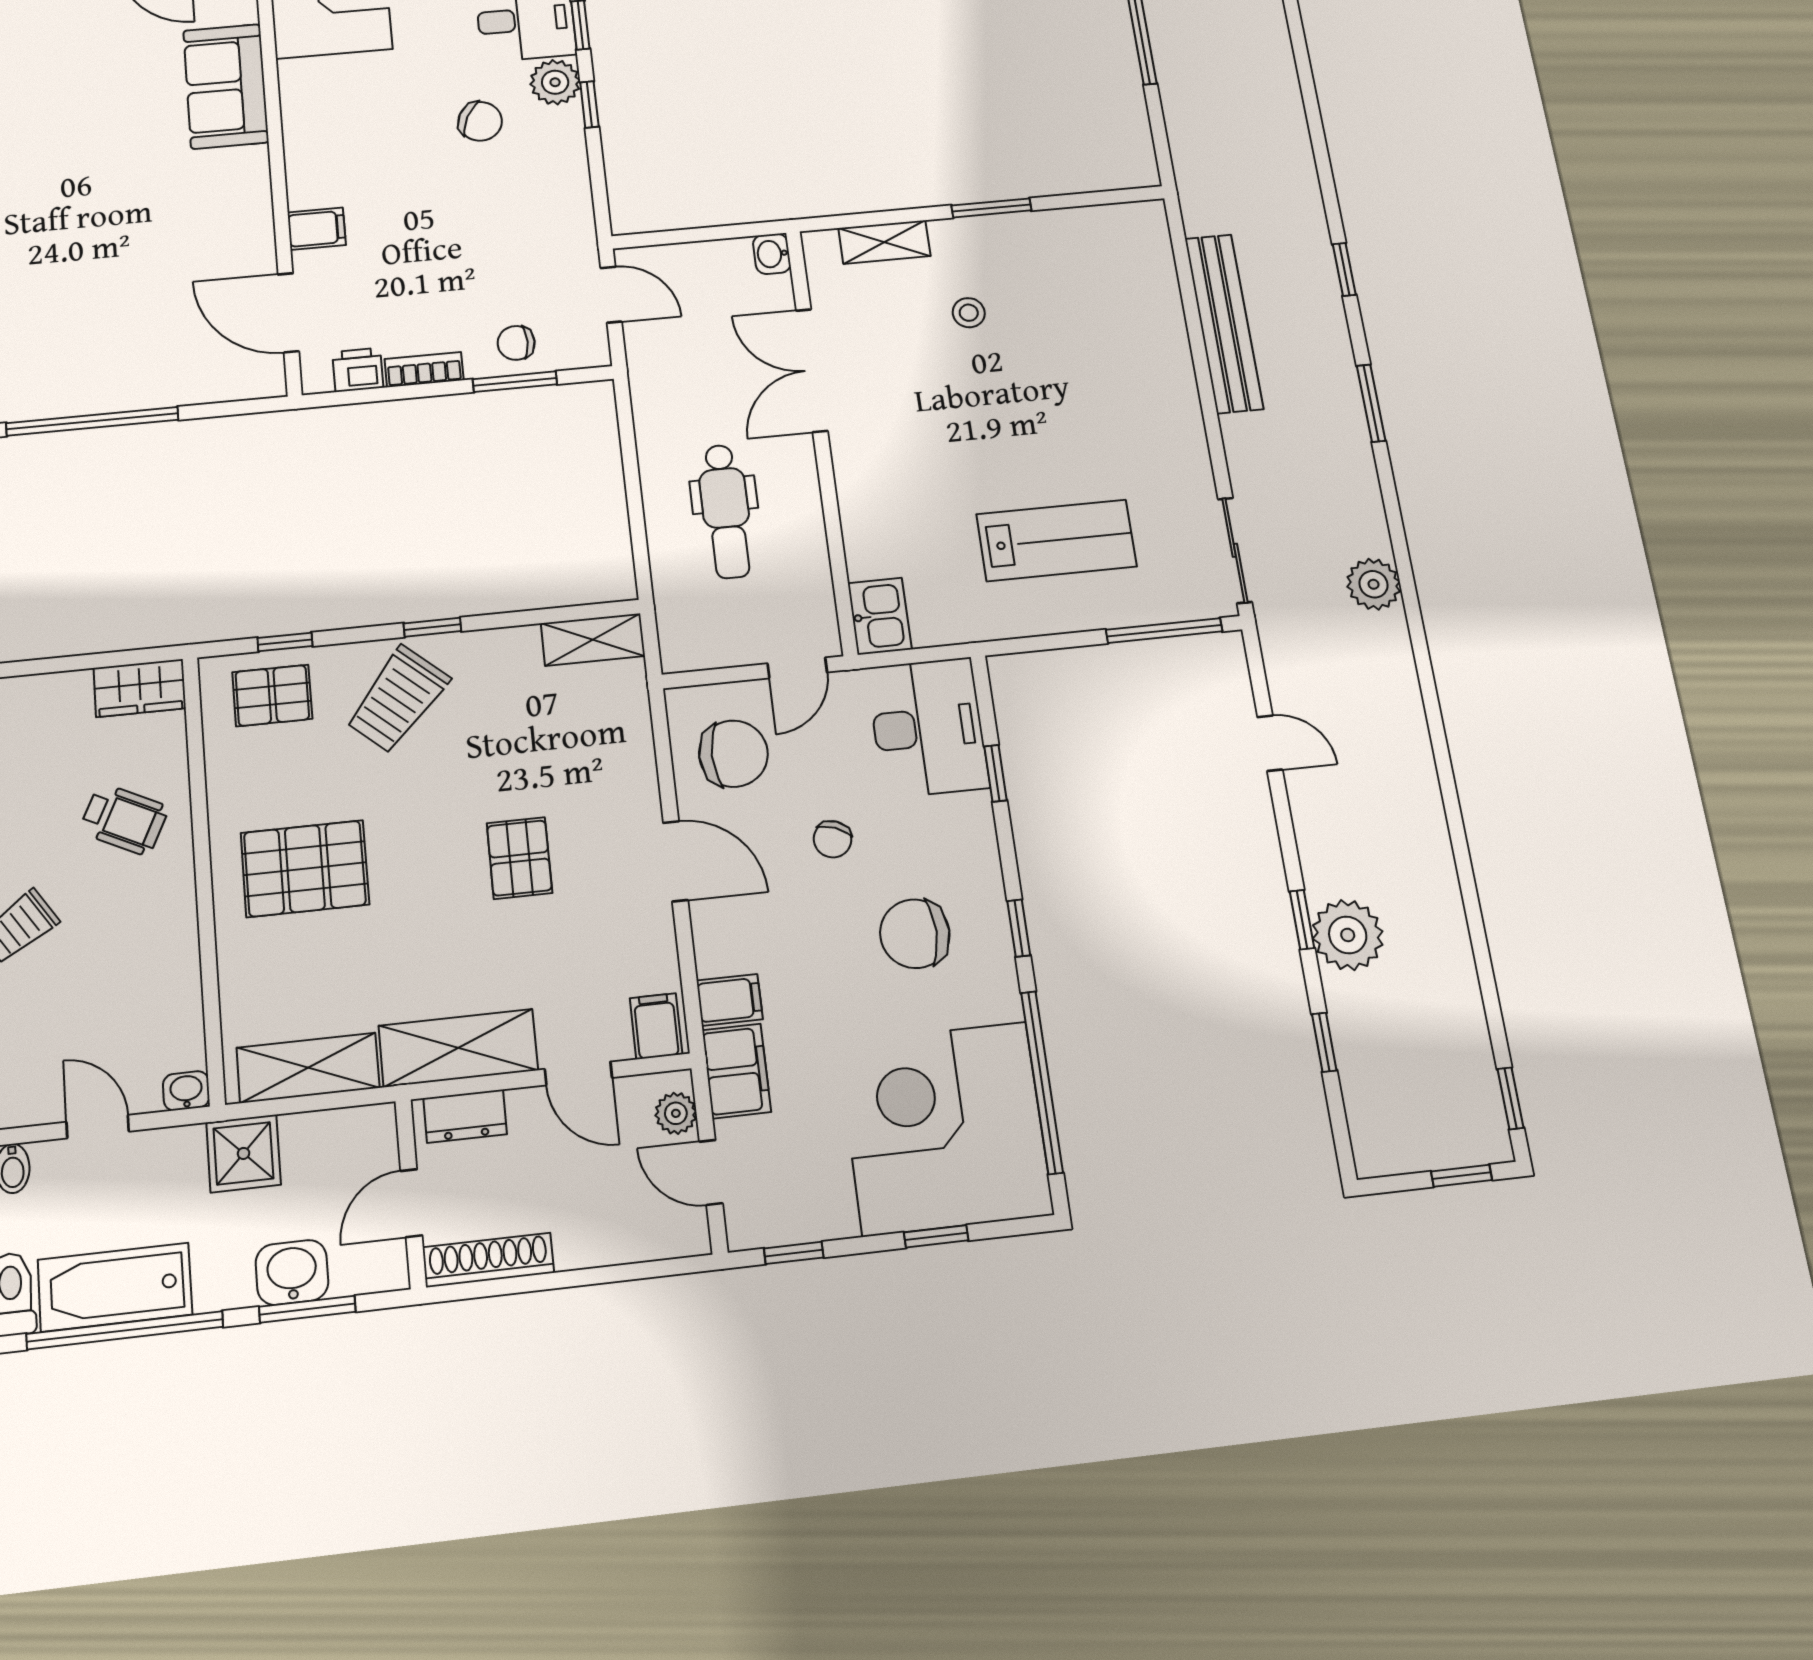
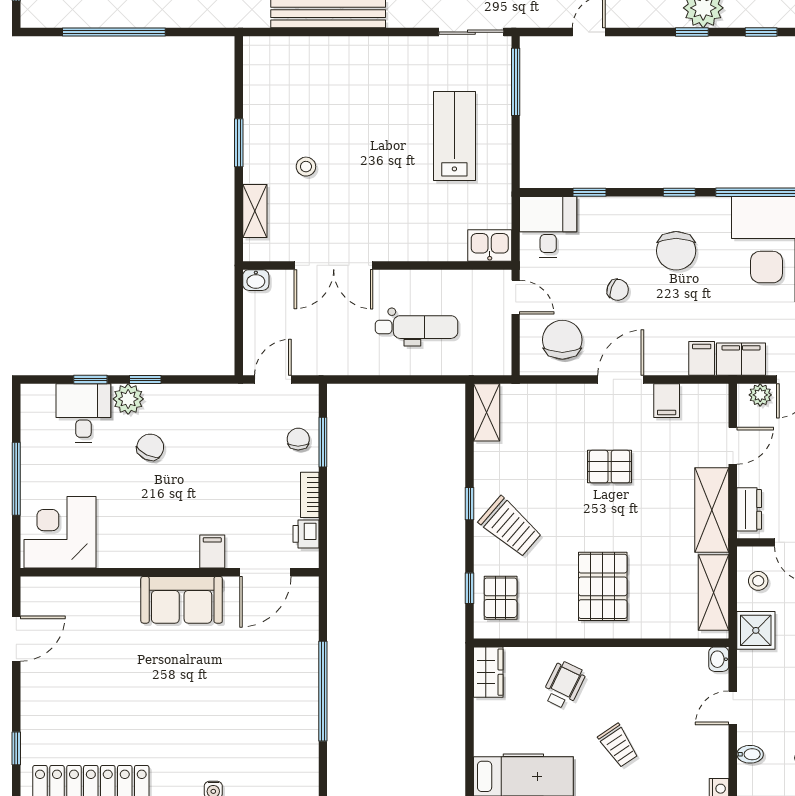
sofa: (226, 86) -> (182, 600), moved
chair: (516, 343) -> (298, 439), turned 180
desk: (928, 727) -> (548, 227), width x0.73
filing cabinet: (656, 1026) -> (667, 401), moved, turned -90
stool: (335, 1148) -> (758, 581), added

